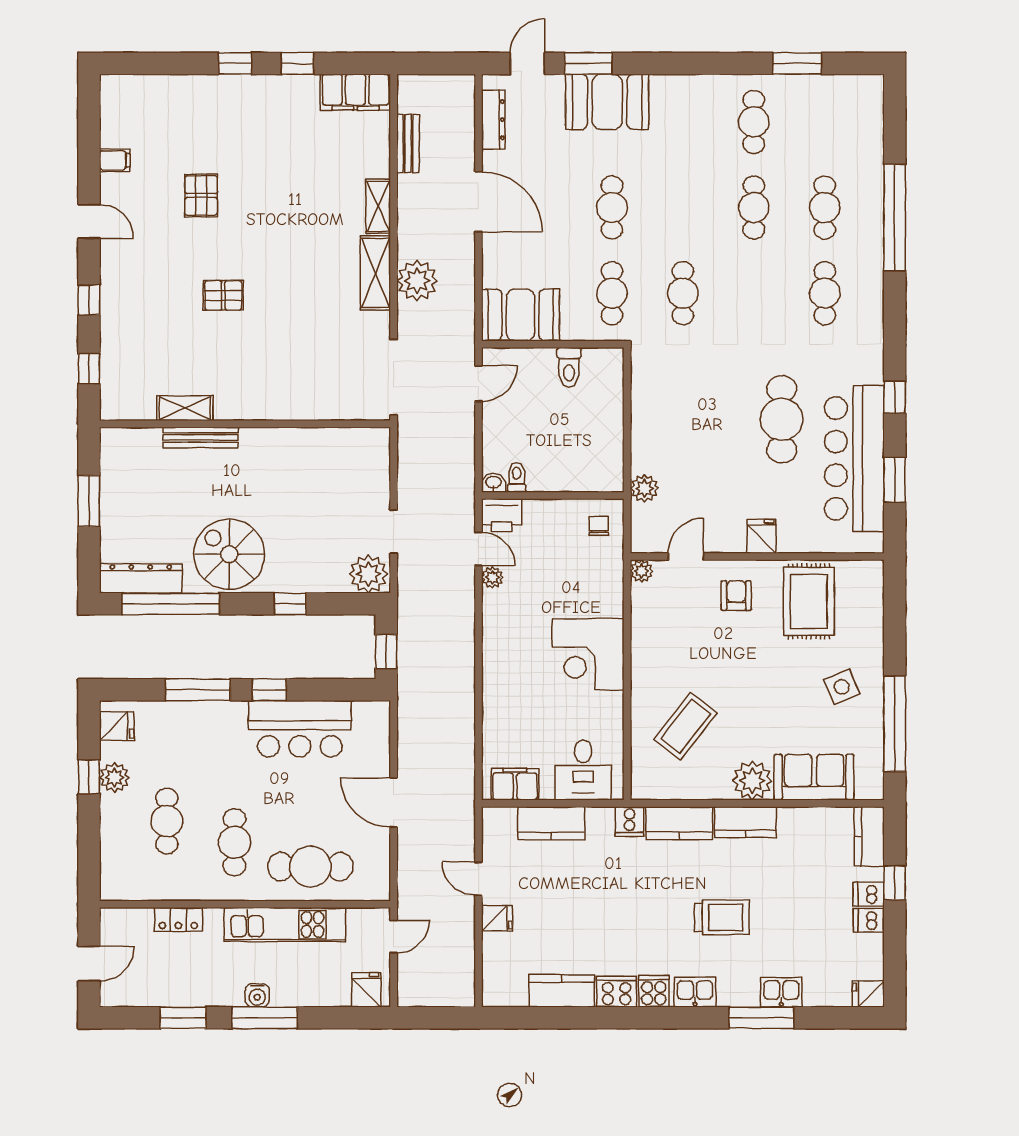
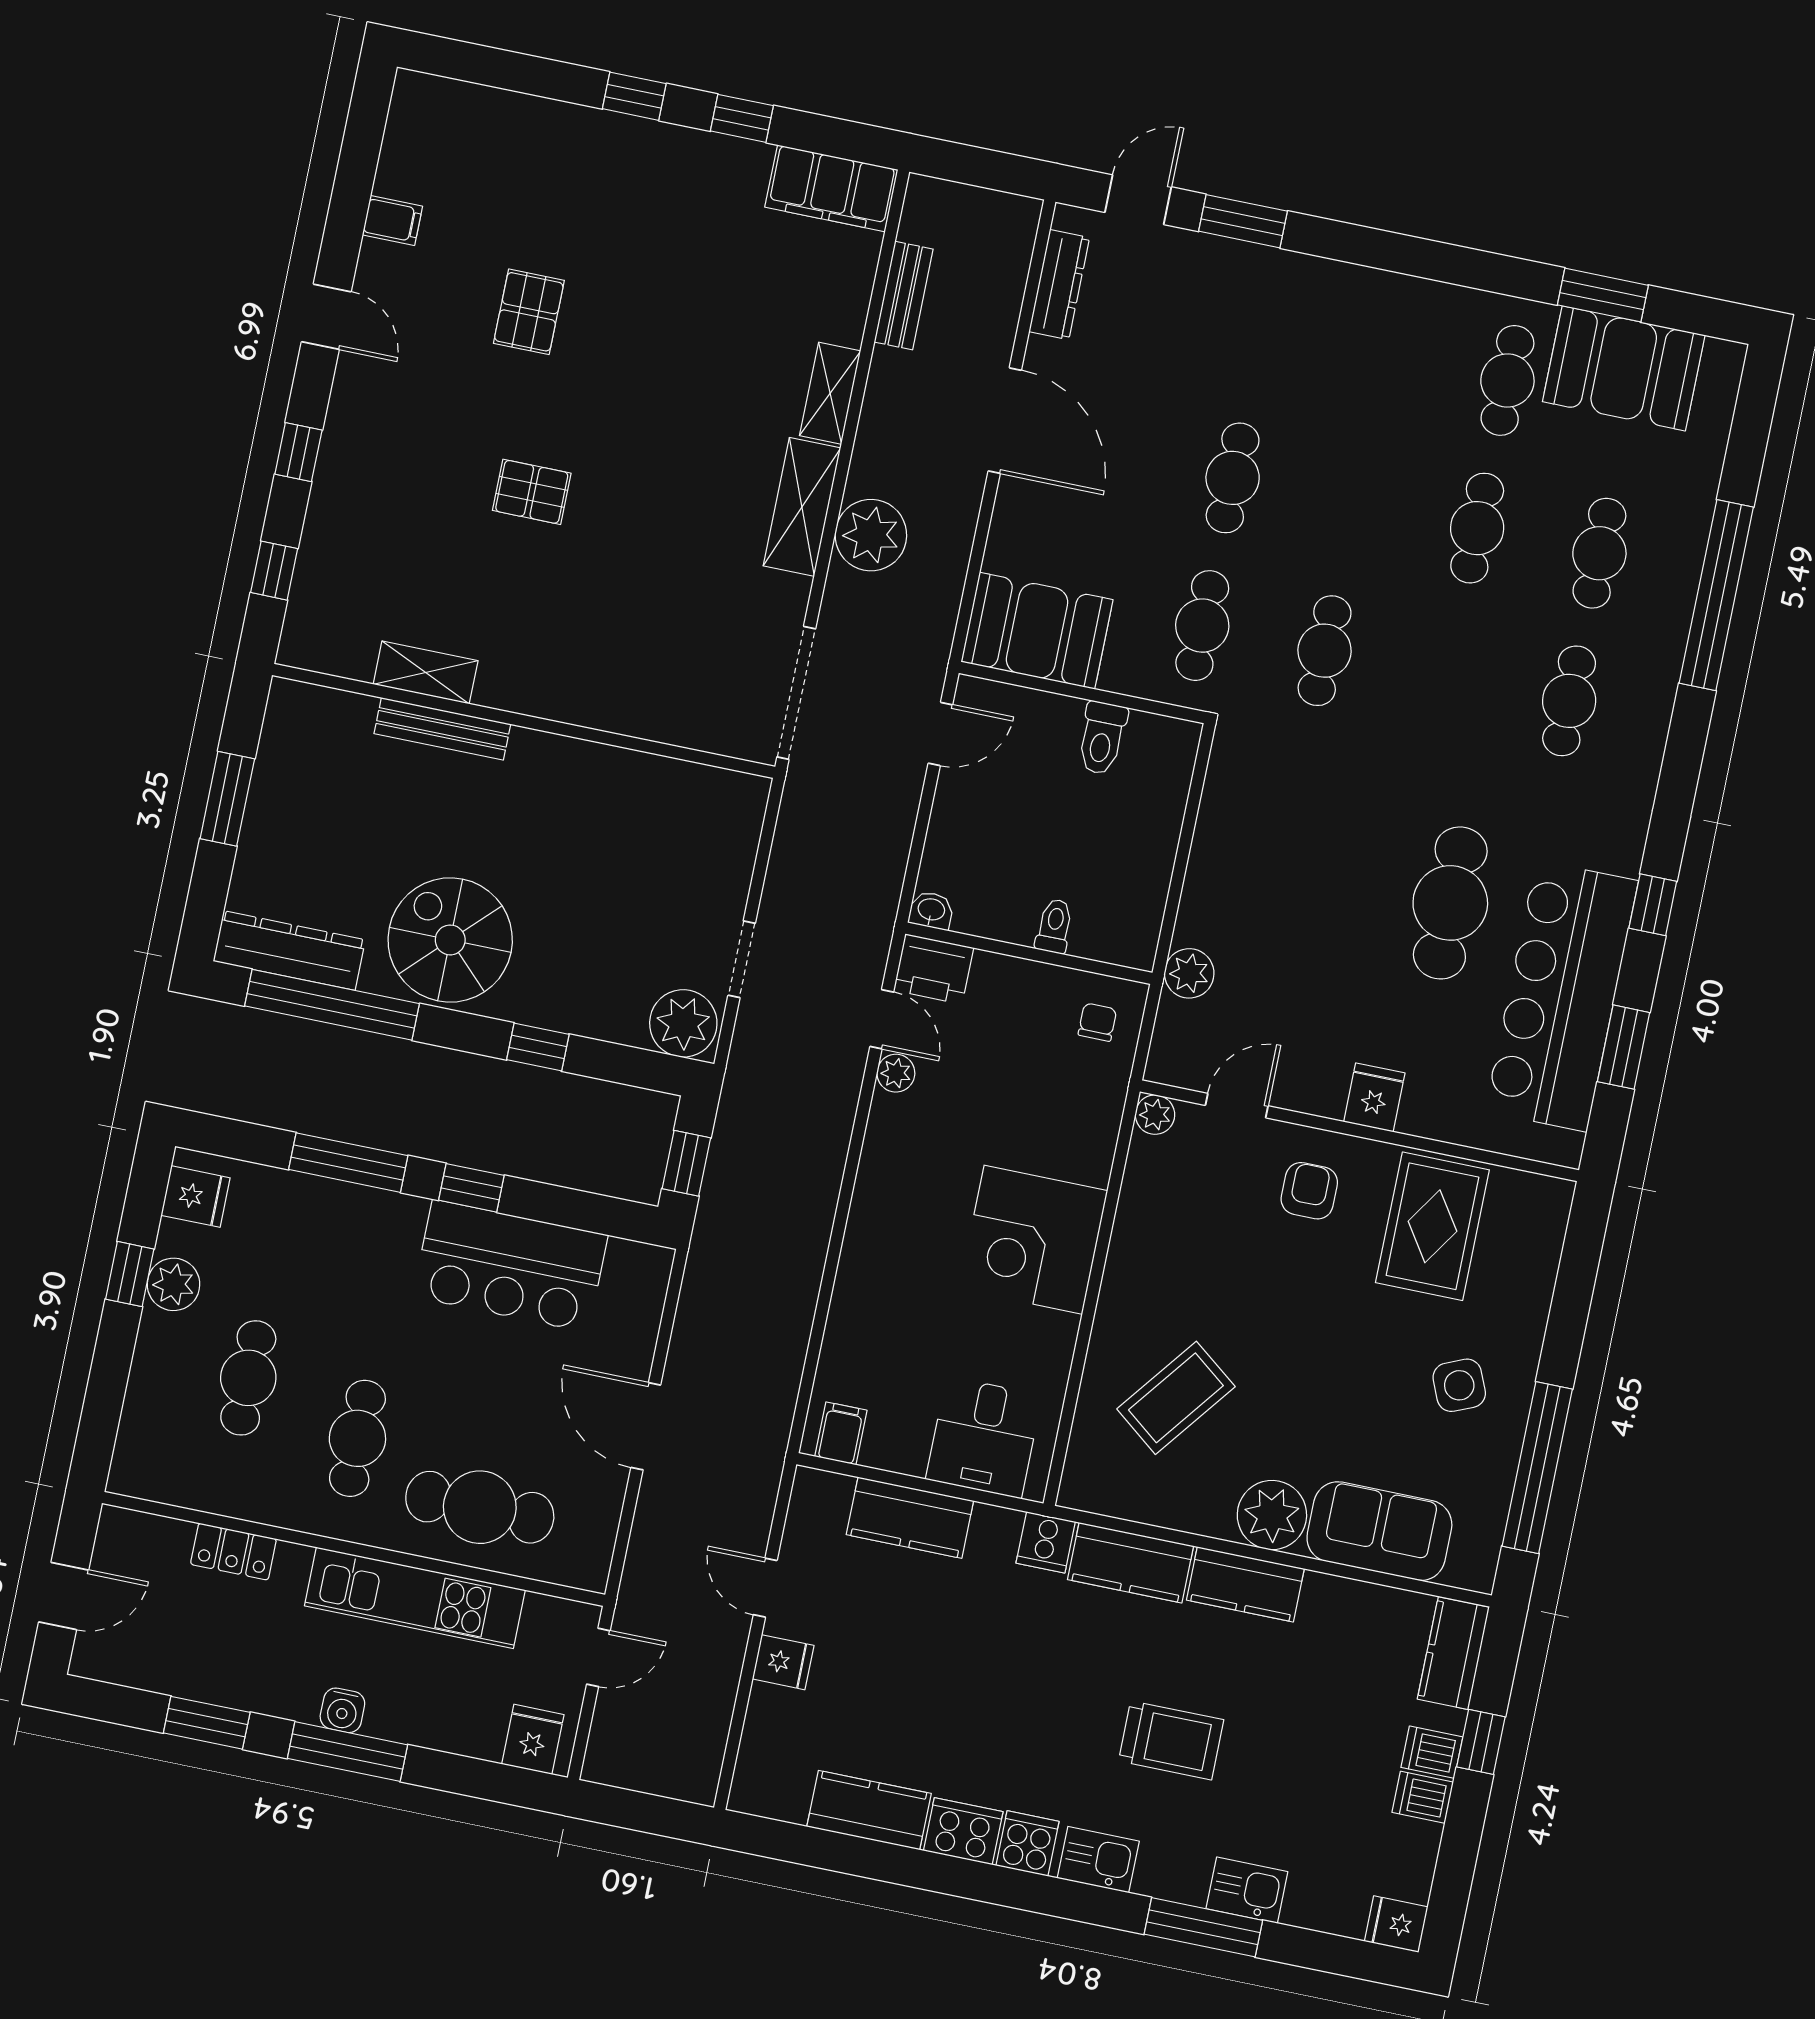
booth: (607, 102) -> (1624, 368), moved
toilet: (517, 477) -> (1054, 926), moved
filing cabinet: (515, 784) -> (841, 1433), width x0.50

